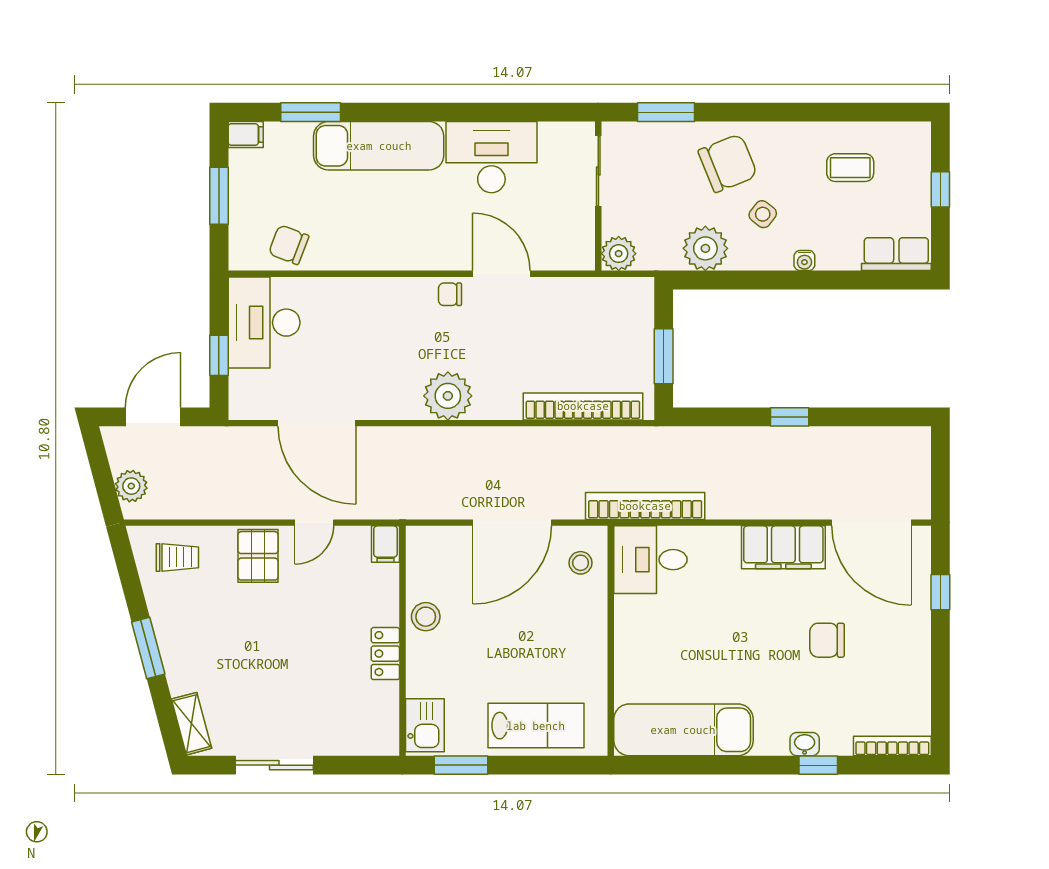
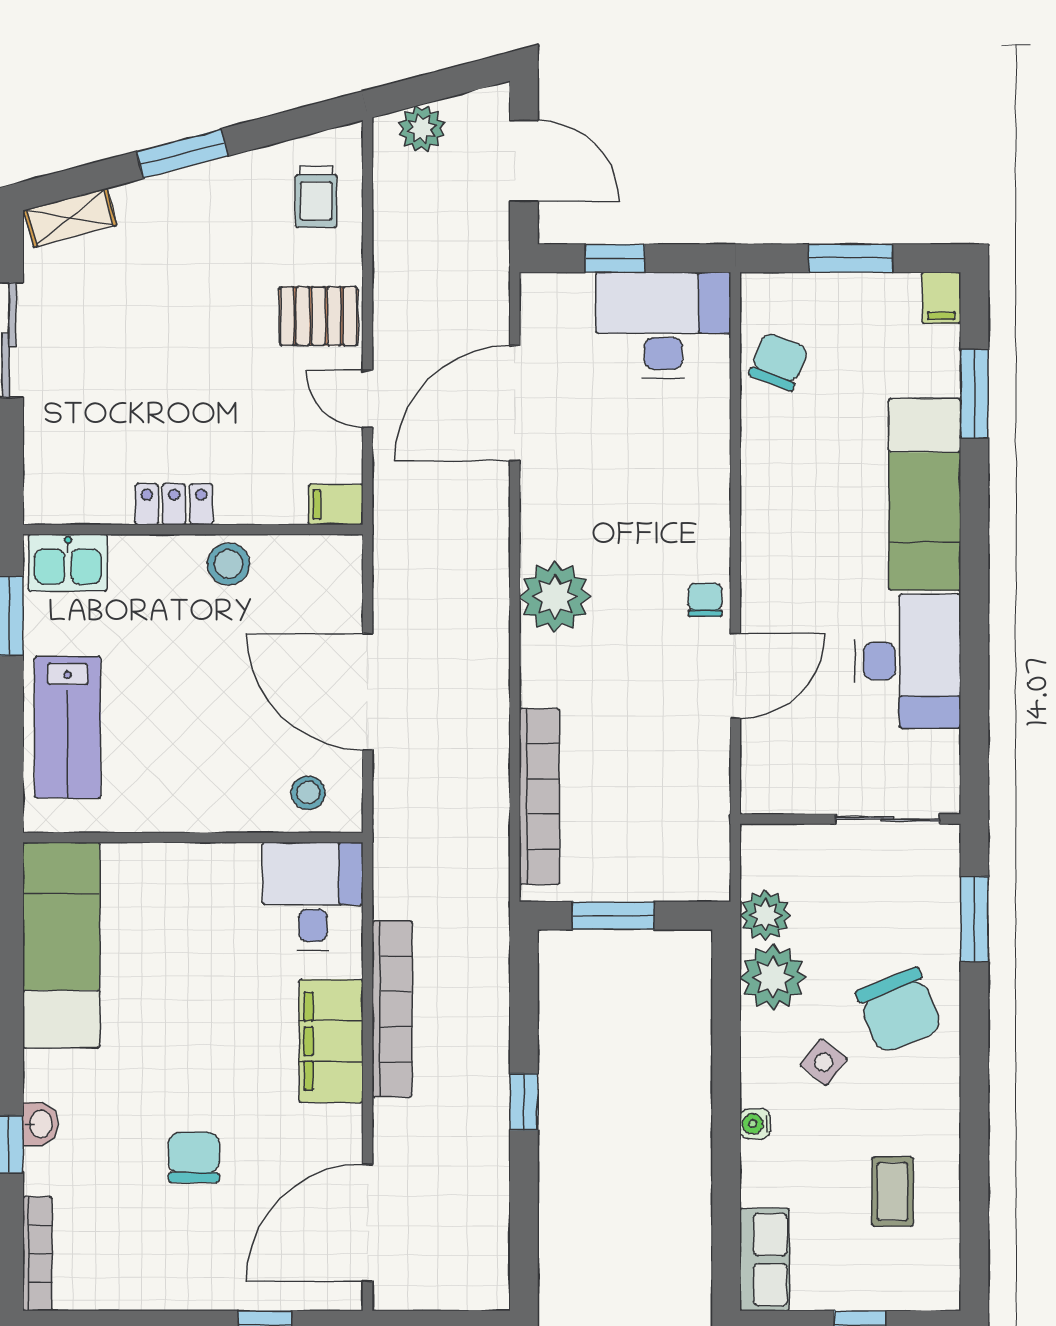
plant: (619, 254) -> (765, 915), moved
bookcase: (645, 506) -> (392, 1009), moved
filing cabinet: (783, 547) -> (331, 1041), moved

